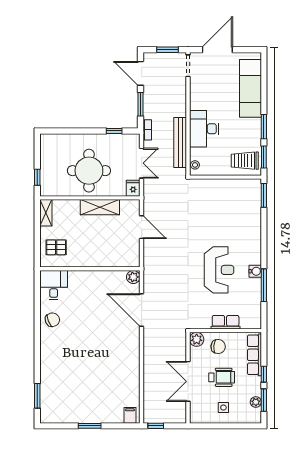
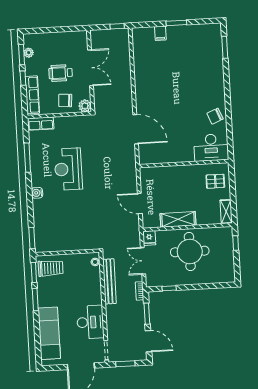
desk: (204, 129) -> (90, 322), moved
water cooler: (255, 271) -> (37, 193), moved
plant: (133, 277) -> (145, 158), removed
desk: (54, 285) -> (211, 147), width x1.37
row of seats: (226, 322) -> (41, 124), moved
side table: (223, 408) -> (57, 46), removed
filing cabinet: (130, 415) -> (160, 33), moved

